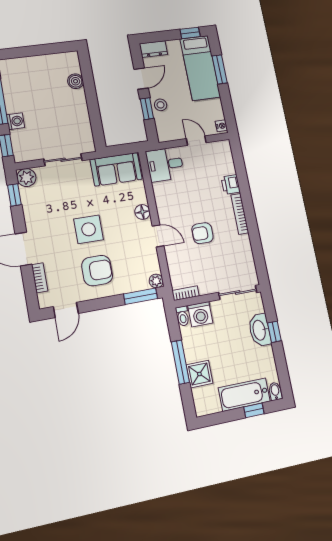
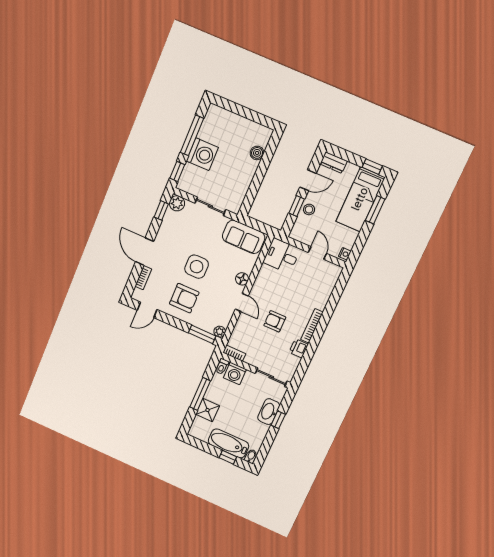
washing machine: (16, 121) -> (202, 154), width x1.89, depth x1.89
printer: (231, 184) -> (299, 348), moved

